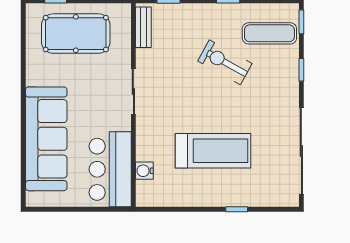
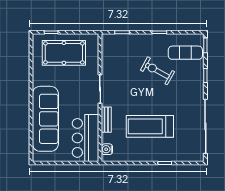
bench: (143, 27) -> (106, 120), moved
treadmill: (213, 151) -> (150, 126), turned 180
water cooler: (144, 171) -> (107, 149), moved

